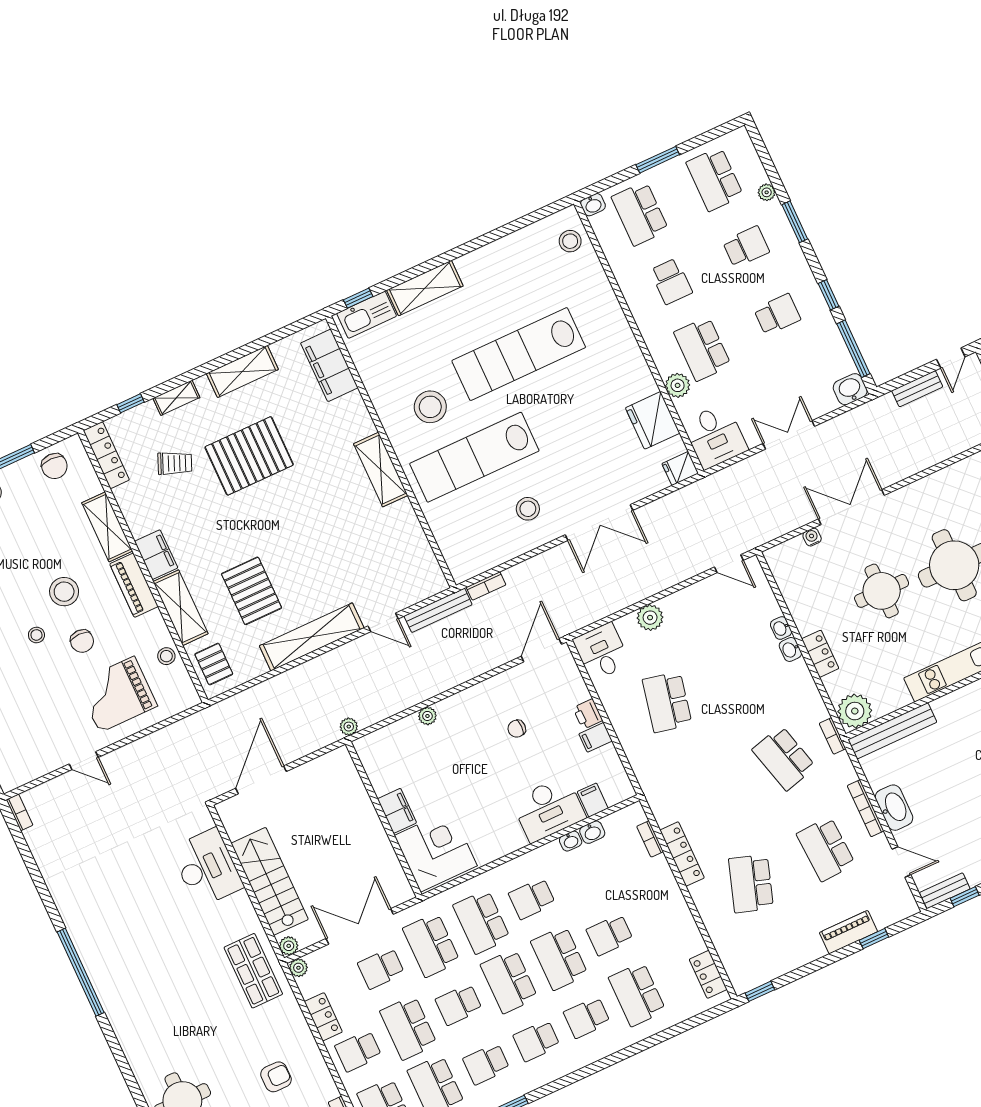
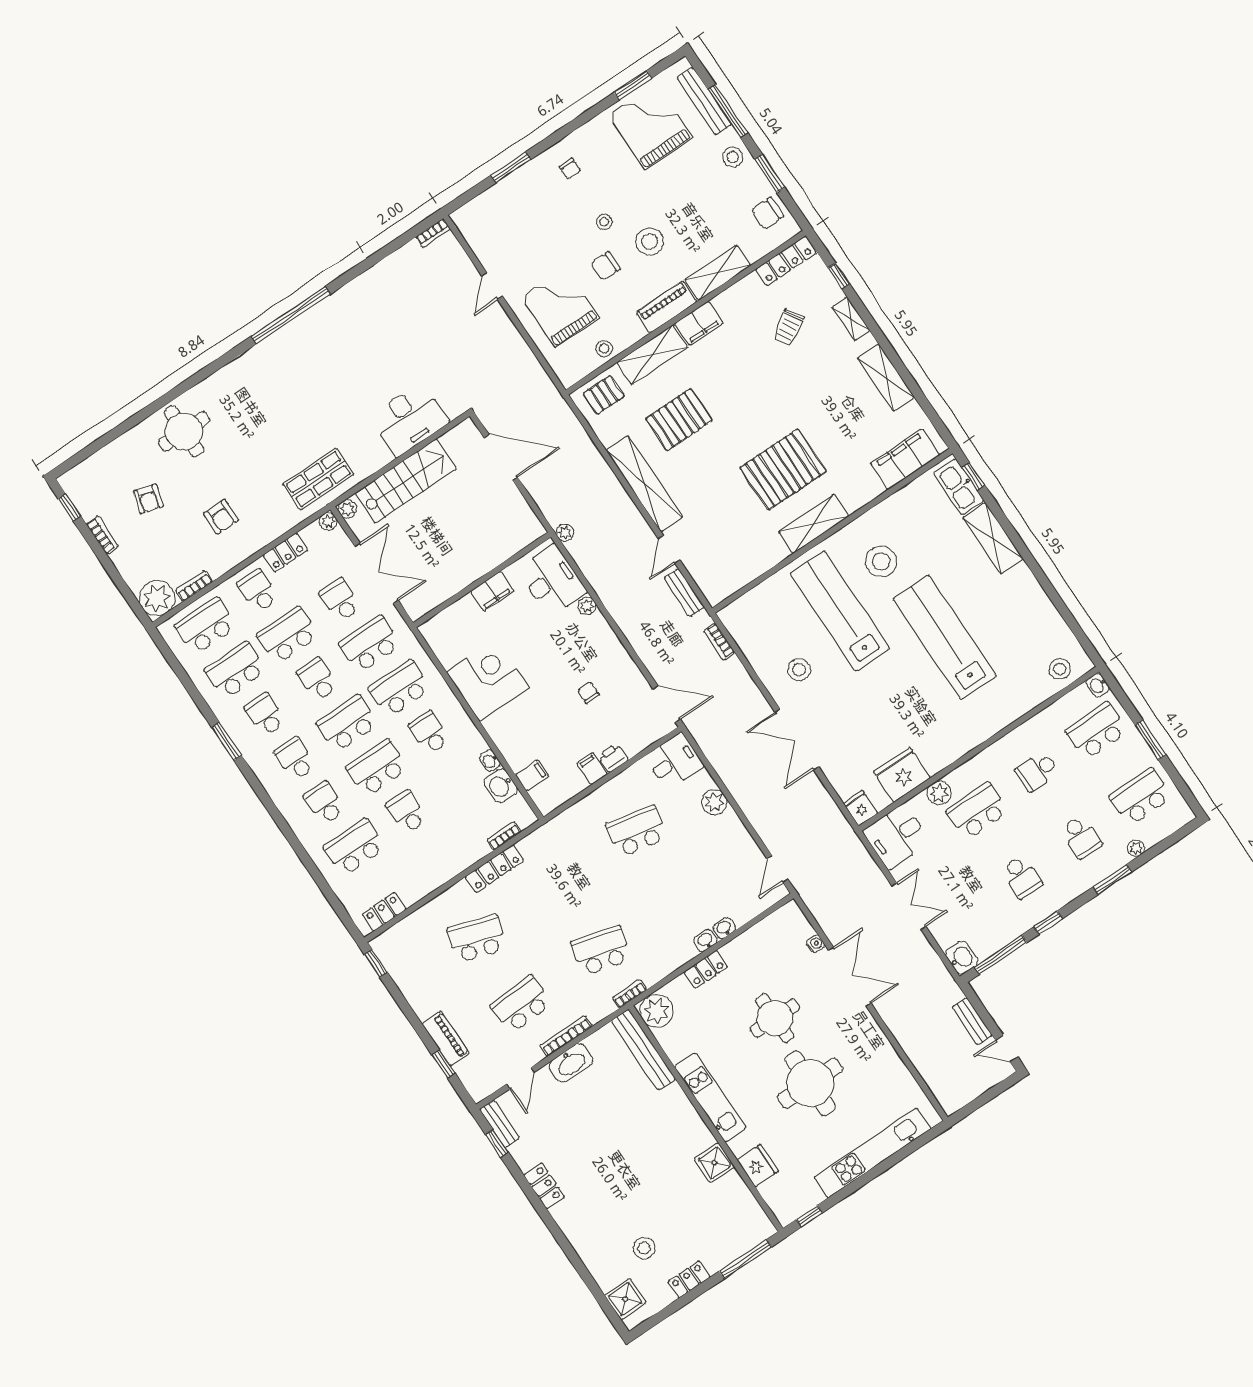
pallet: (249, 456) -> (783, 469), moved, turned 90
trolley: (175, 463) -> (788, 327), turned 35
bench: (438, 610) -> (684, 593), width x0.73
school desk: (784, 758) -> (601, 951), turned 30
desk: (549, 809) -> (552, 580), moved, turned 180
washbasin: (592, 832) -> (501, 786), width x1.38, depth x1.45
corner desk: (436, 851) -> (488, 680), moved, turned -90

